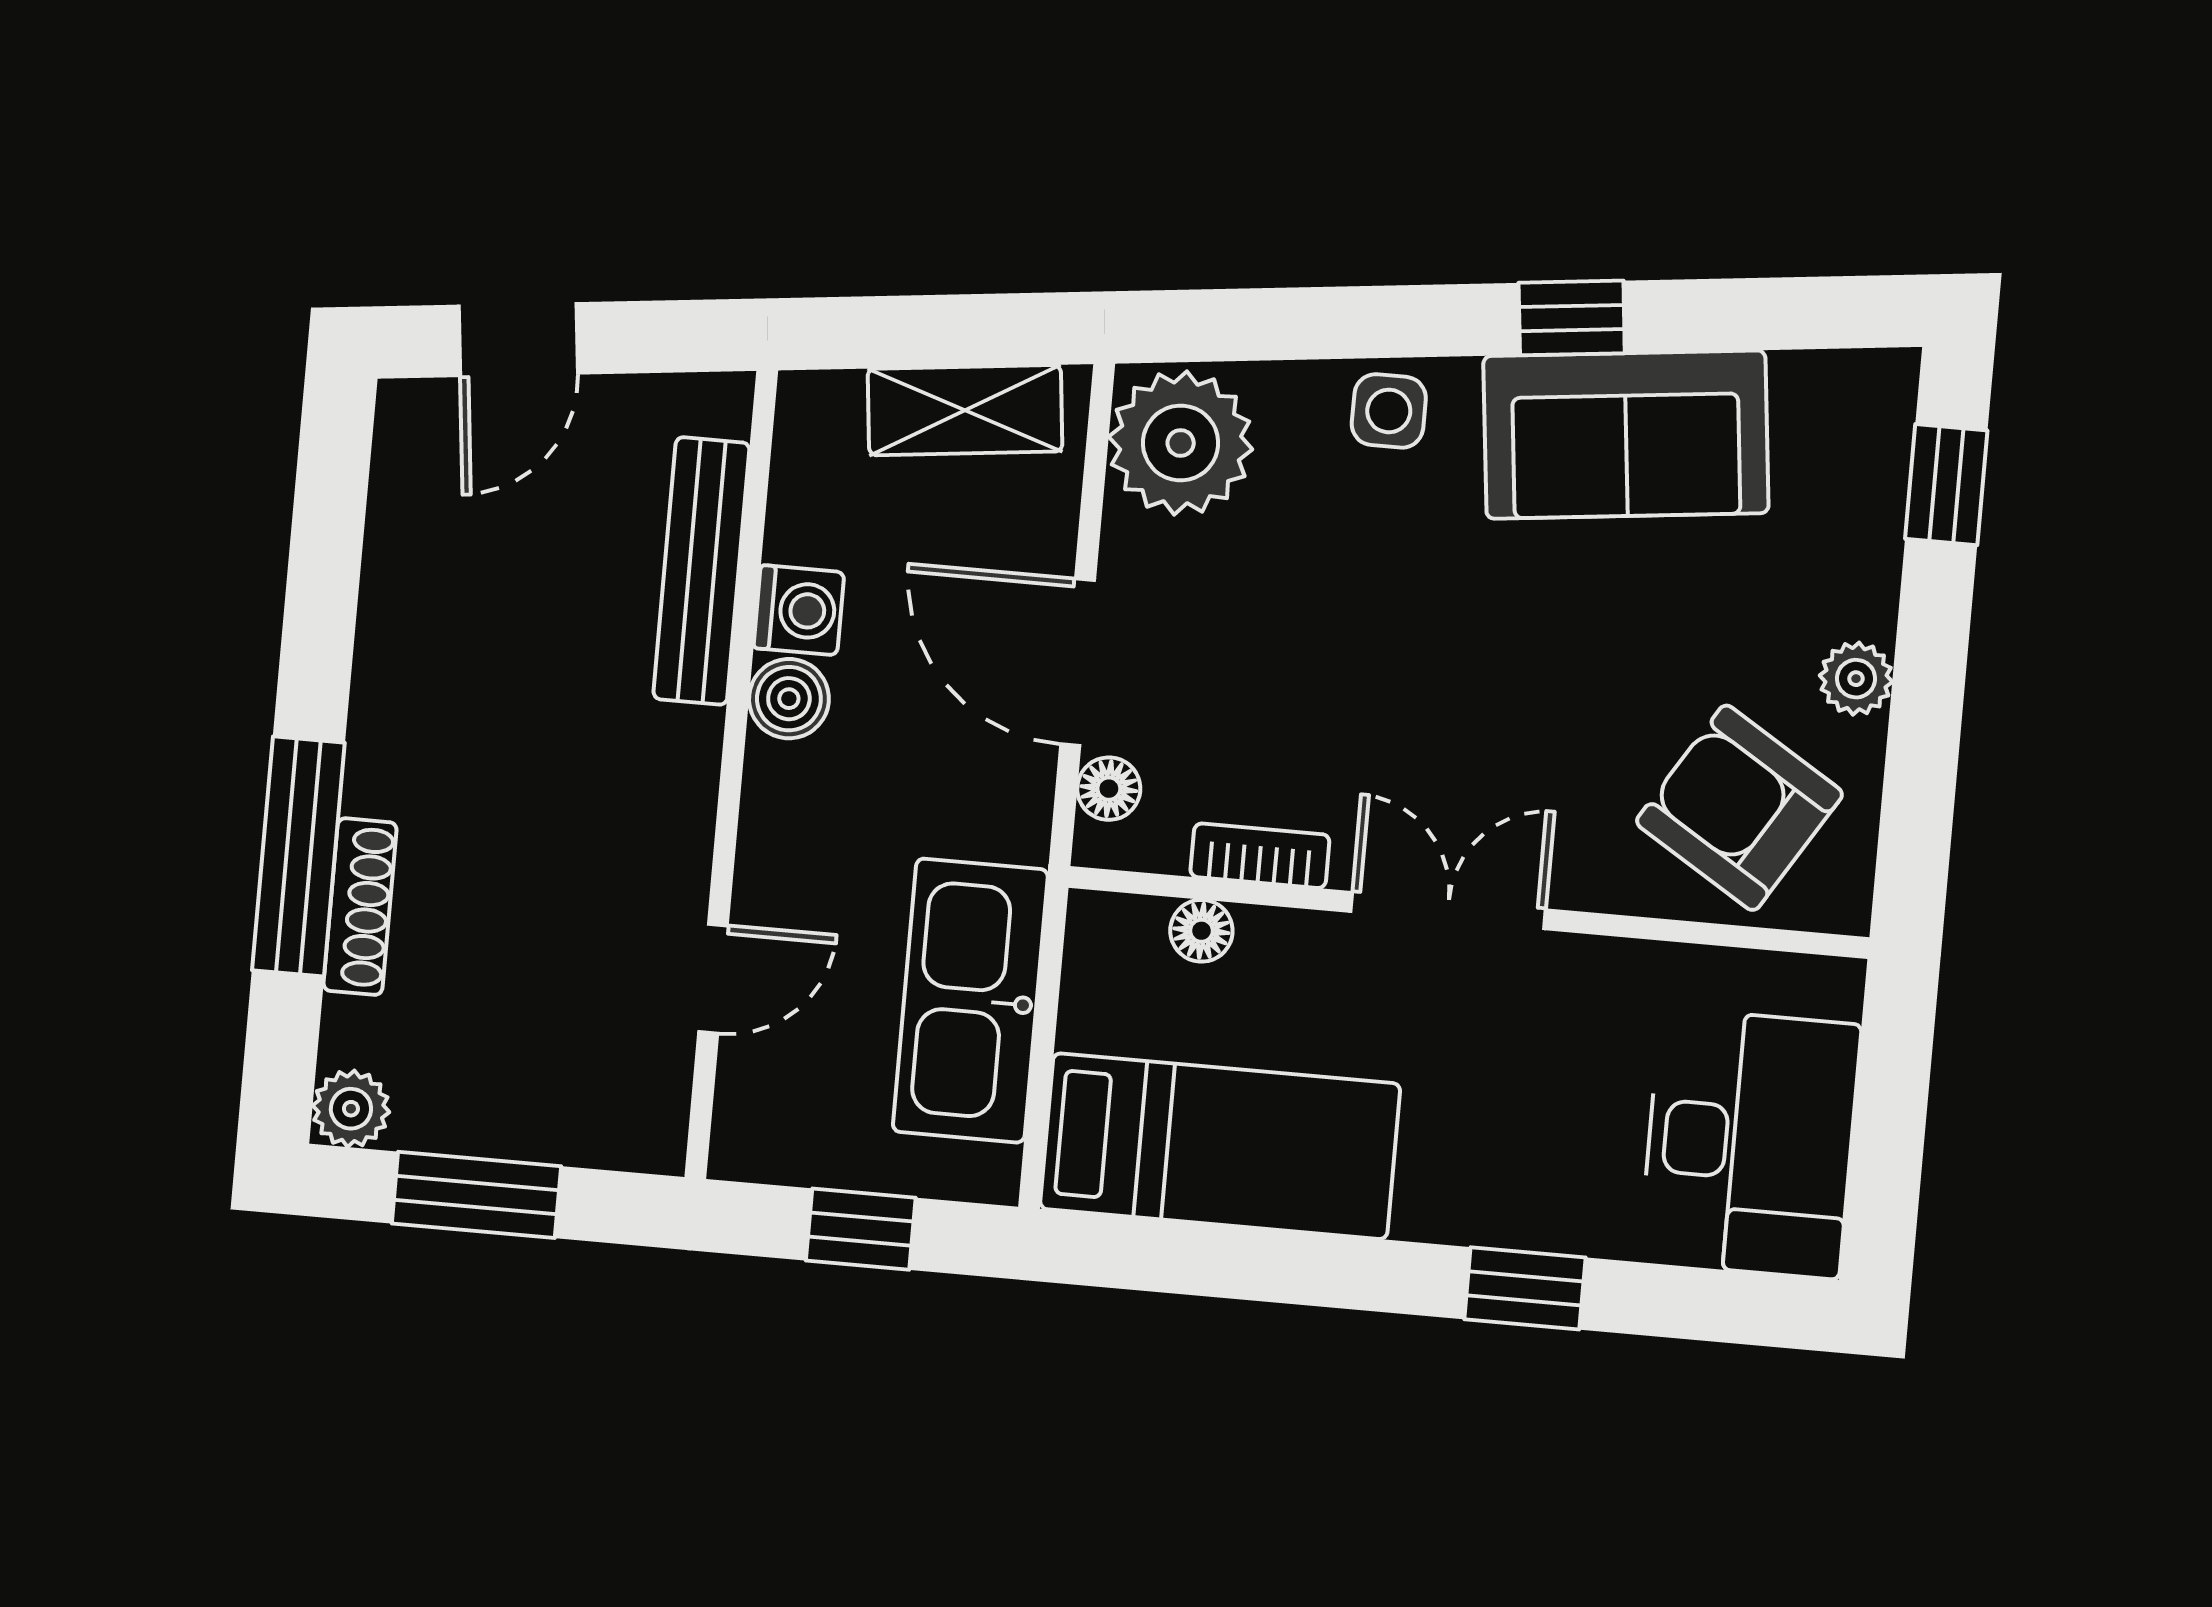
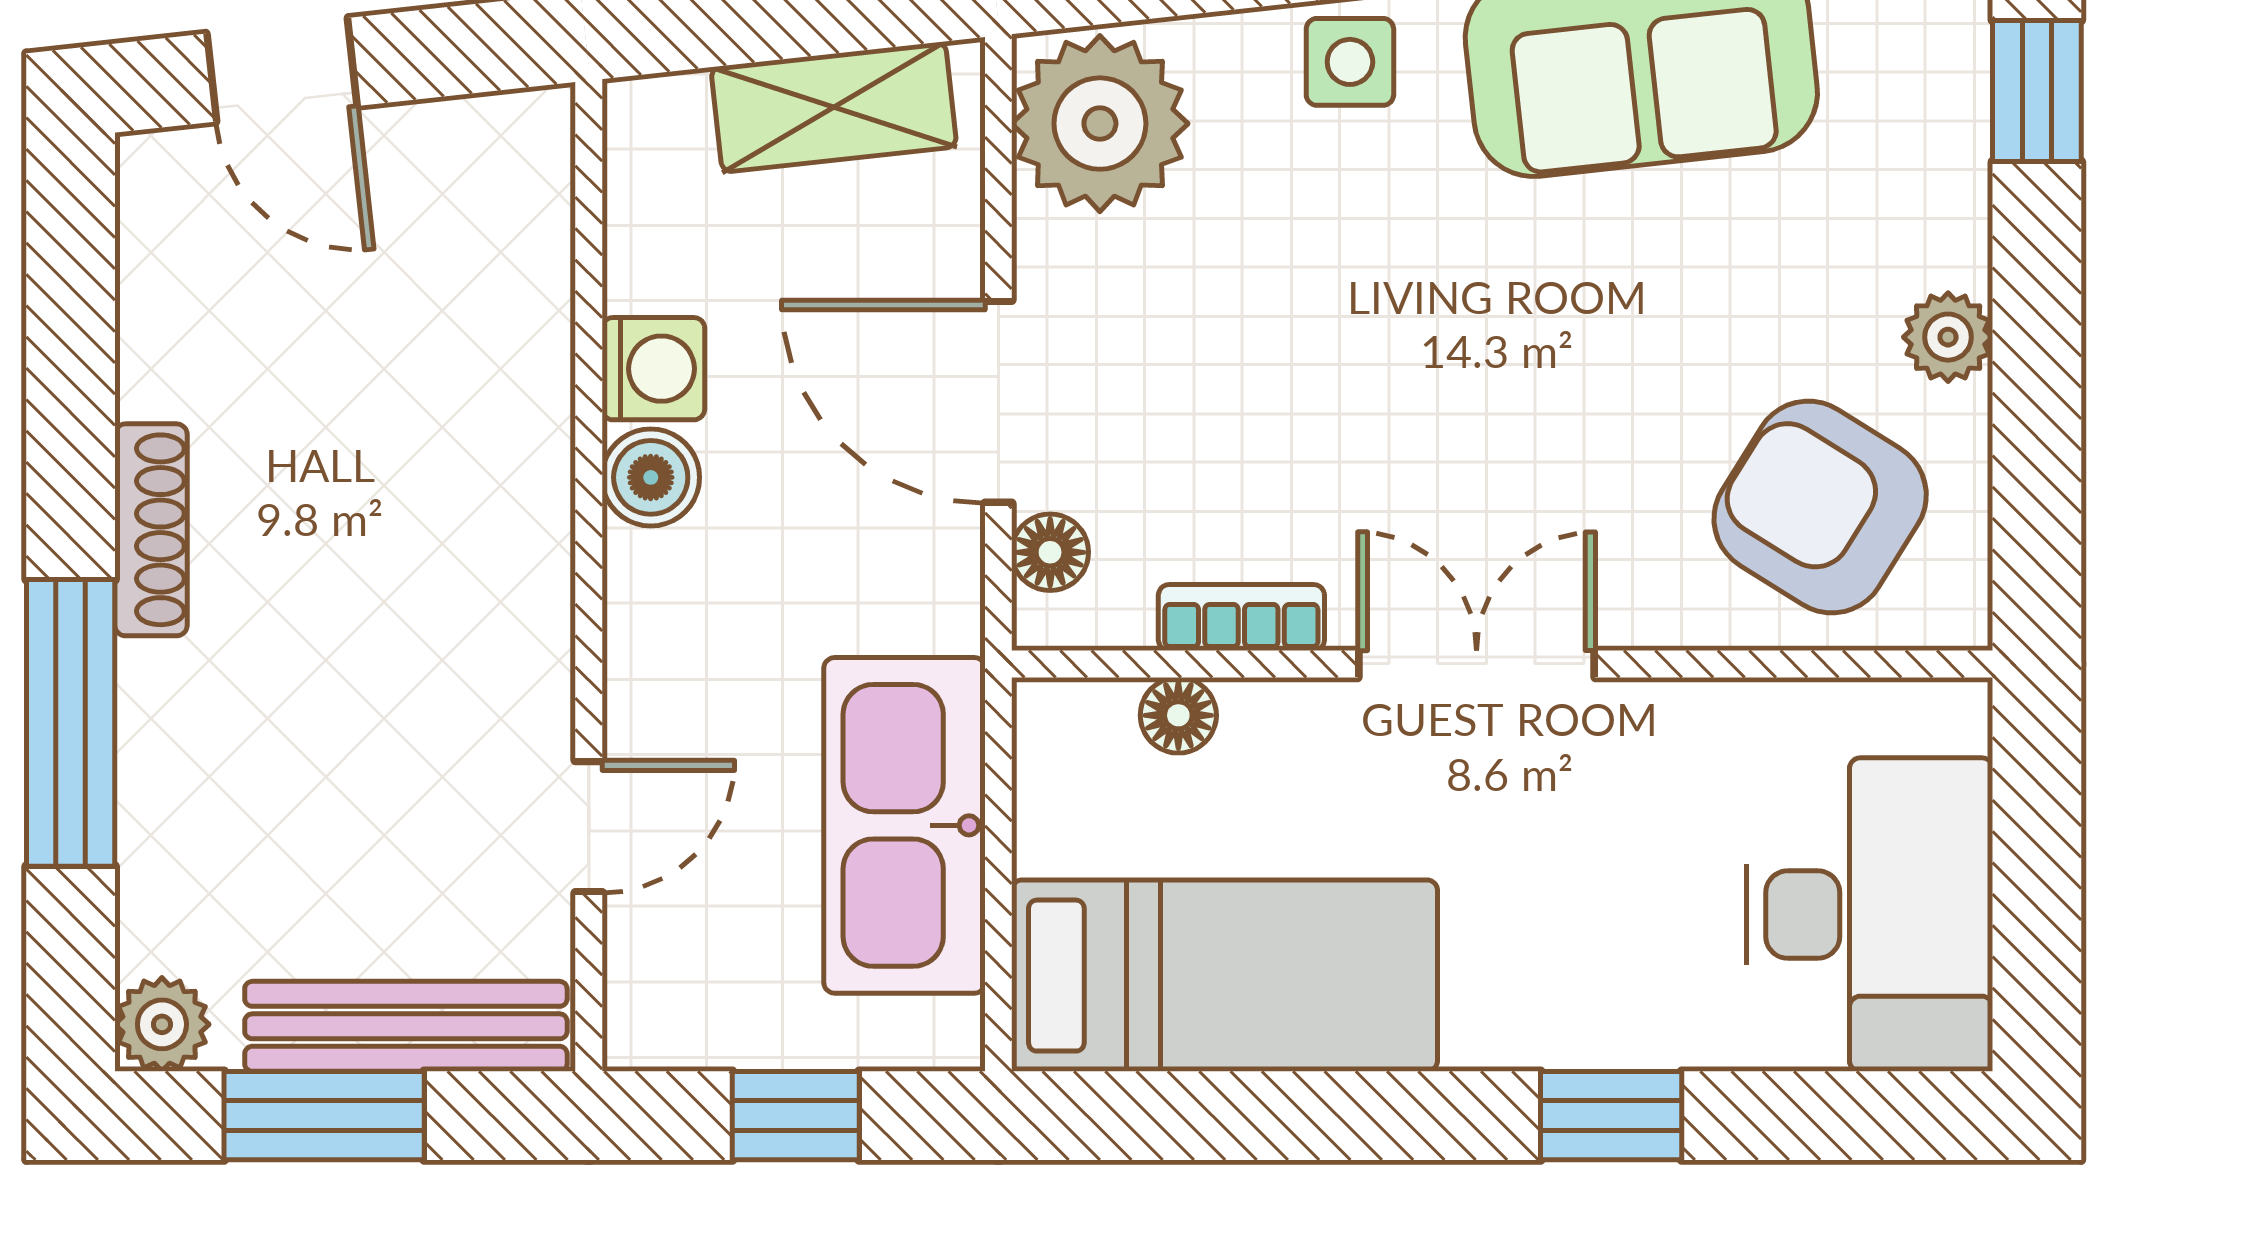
door: (518, 340) -> (282, 70), hinge flipped
bench: (701, 571) -> (406, 1026), moved, turned 90
shoe rack: (360, 907) -> (151, 530), moved

